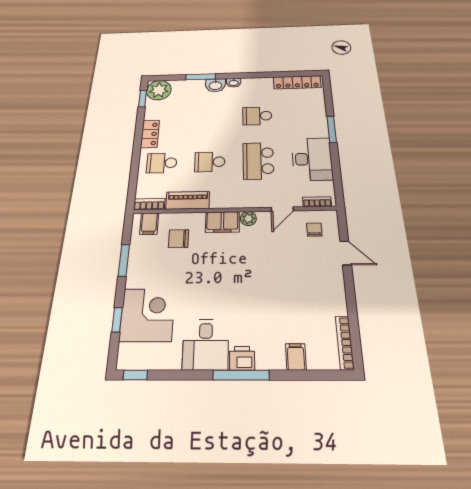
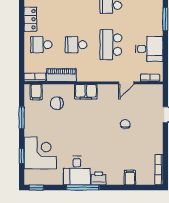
desk: (312, 159) -> (149, 49), width x0.73
plant: (248, 219) -> (103, 89), removed
chair: (314, 230) -> (125, 124), moved
window: (241, 375) -> (83, 188), moved

